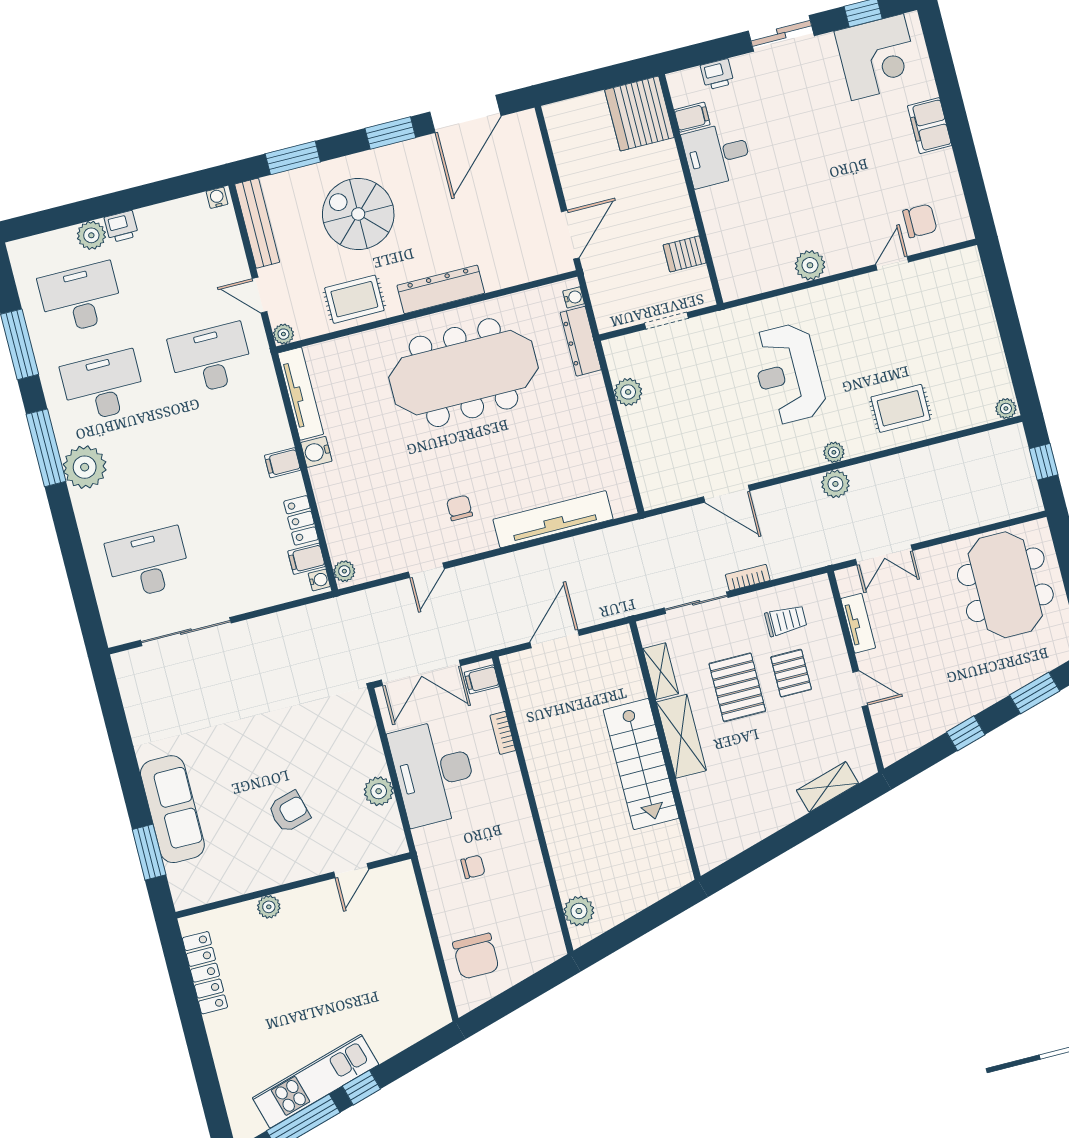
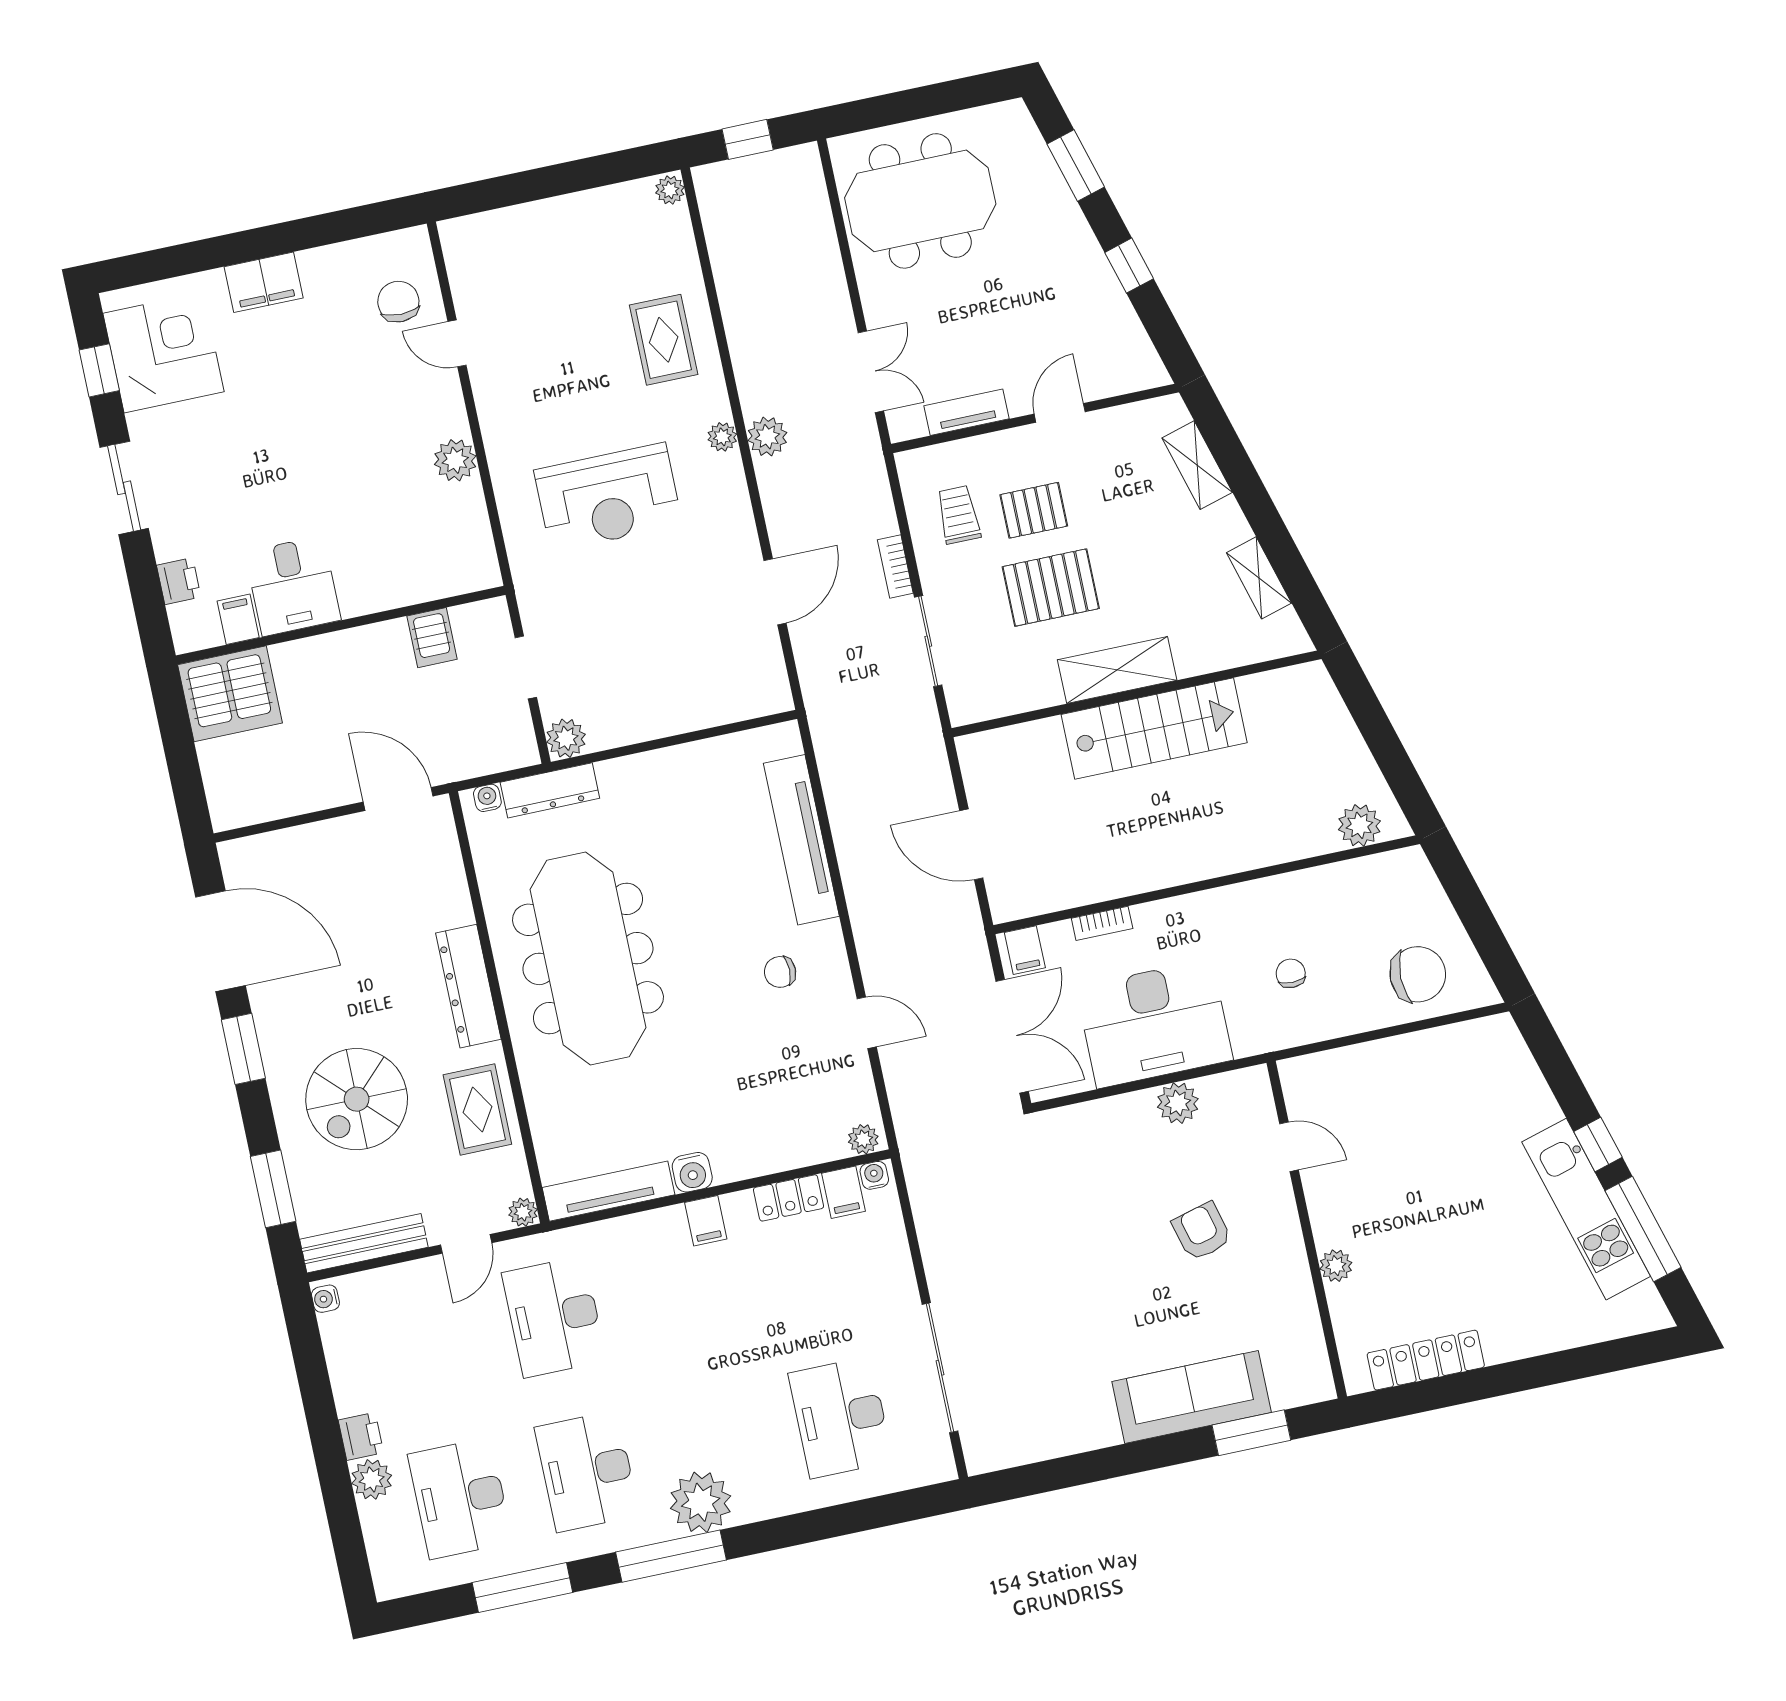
plant: (628, 392) -> (566, 738), moved
shelving: (661, 671) -> (1259, 578), moved, turned 74

